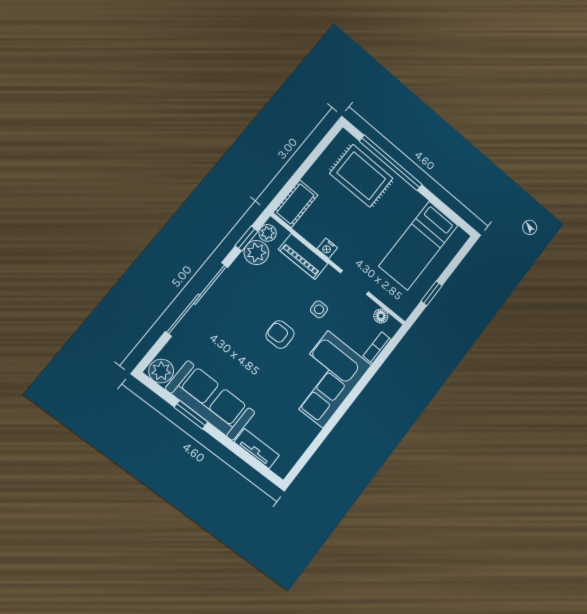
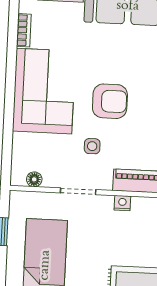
armchair: (280, 335) -> (110, 101), width x1.38, depth x1.38
bookcase: (377, 348) -> (24, 30), moved

